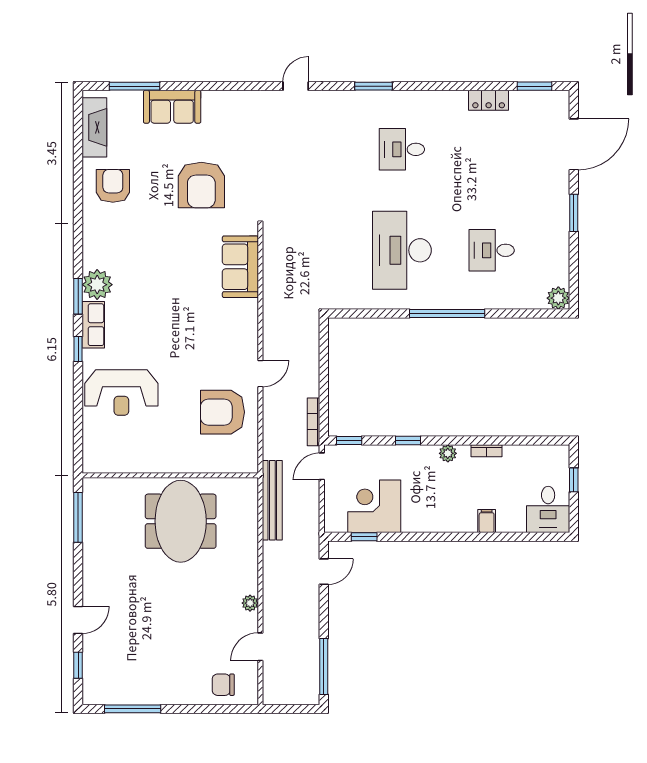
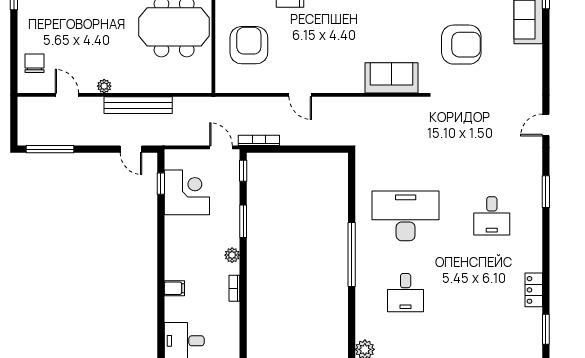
door: (296, 86) -> (546, 125), swing flipped
desk: (402, 149) -> (492, 216), turned 180
armchair: (201, 185) -> (461, 45), turned 180
desk: (492, 250) -> (406, 293), turned 180
armchair: (222, 412) -> (249, 45), moved
window: (408, 441) -> (243, 221), width x1.50
bench: (272, 500) -> (138, 105), moved

